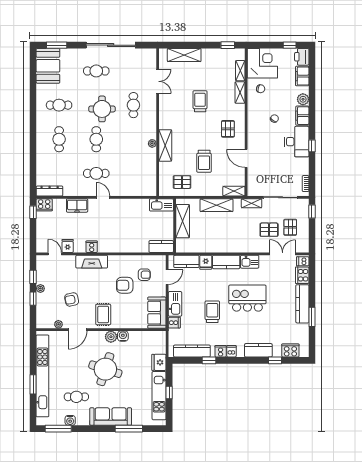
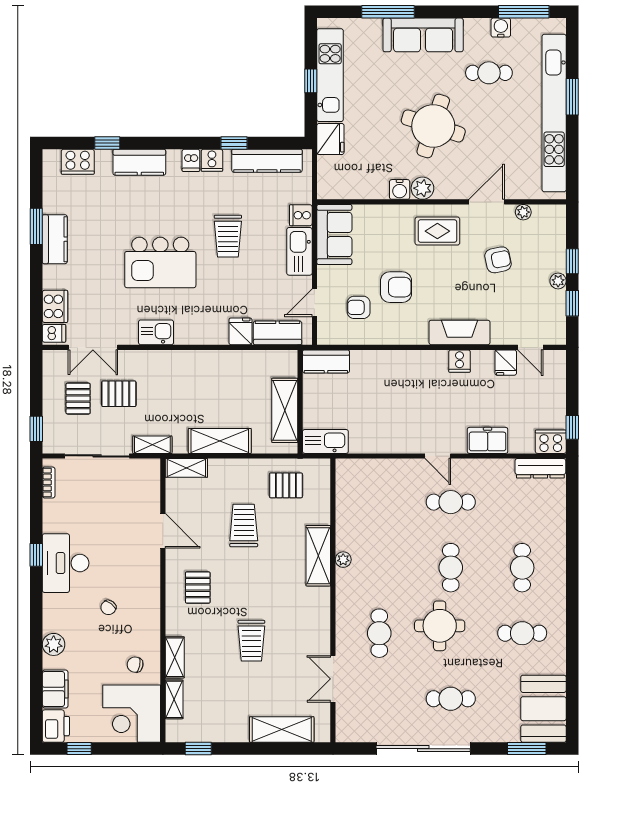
filing cabinet: (302, 116) -> (55, 613), removed
kitchen counter: (226, 262) -> (201, 332), removed
kitchen counter: (302, 304) -> (55, 239), width x0.67
rug: (103, 314) -> (437, 231), turned 90

